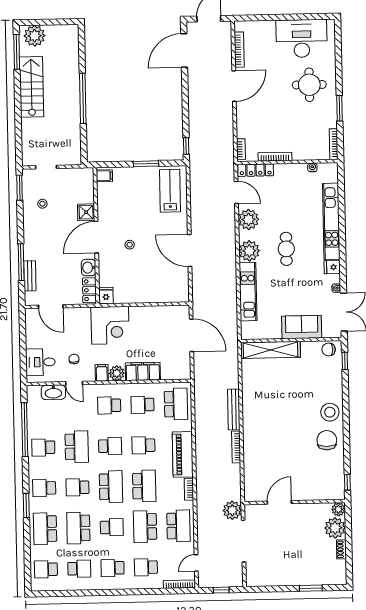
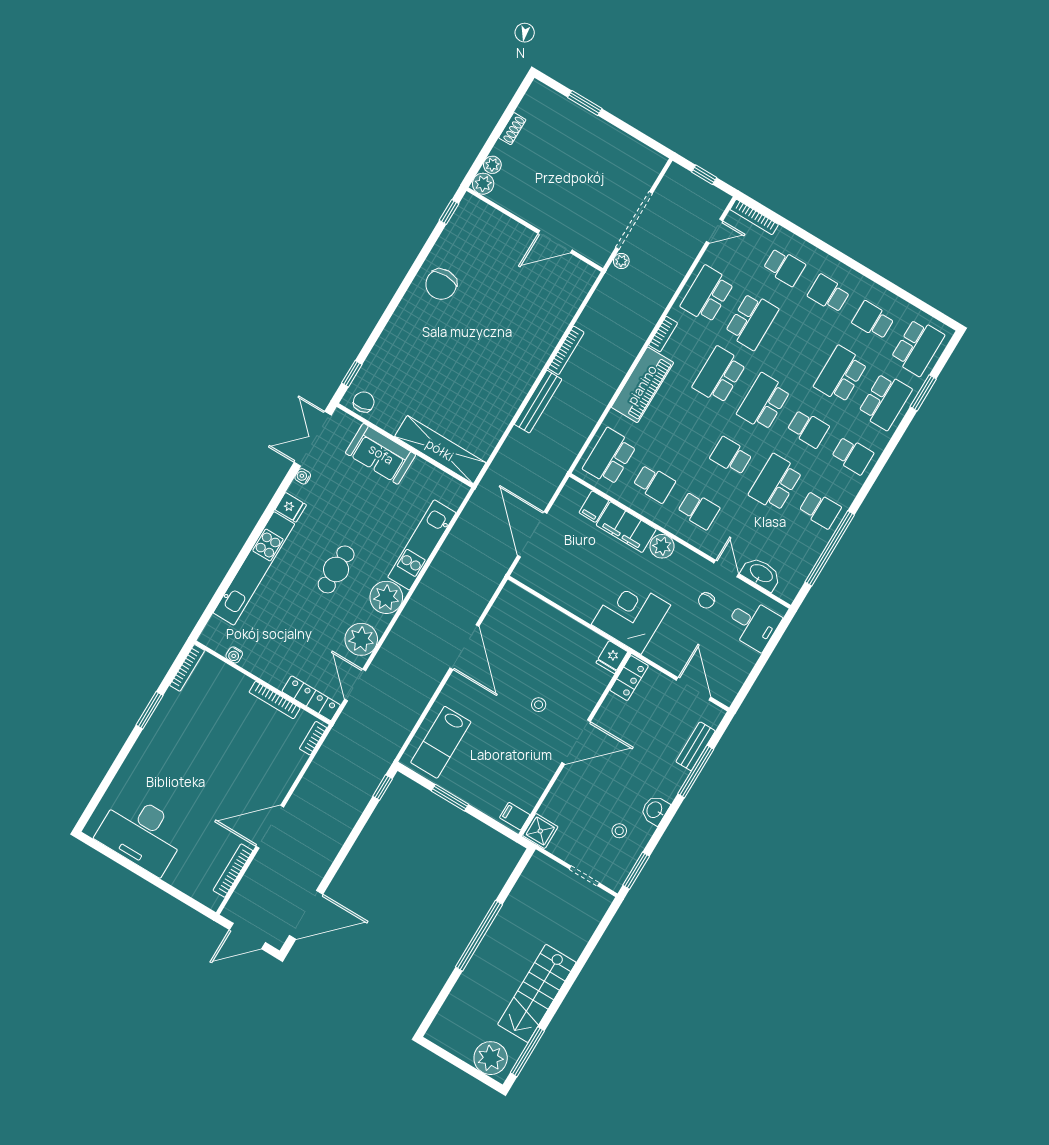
round table: (309, 85) -> (170, 766), removed
shower: (86, 212) -> (540, 831), moved
washbasin: (89, 268) -> (655, 810), moved, turned 180
chair: (329, 349) -> (364, 402), turned -100
filing cabinet: (102, 373) -> (594, 507), moved
stool: (330, 412) -> (414, 319), removed
school desk: (143, 445) -> (687, 429), removed
window: (26, 506) -> (923, 393), moved
plant: (232, 510) -> (621, 261), width x0.53, depth x0.53
school desk: (112, 527) -> (796, 348), removed
school desk: (78, 528) -> (841, 374), turned 180
plant: (335, 528) -> (492, 165), width x0.53, depth x0.53
school desk: (113, 568) -> (829, 294), turned 180
school desk: (46, 569) -> (918, 347), width x1.85

